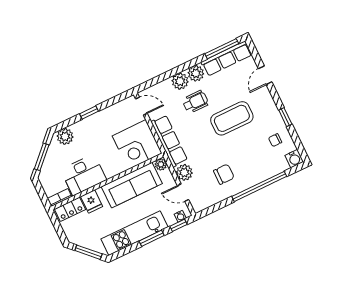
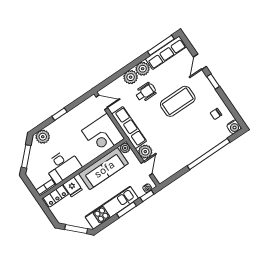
window: (285, 117) -> (213, 81), moved
chair: (224, 174) -> (178, 148), removed
door: (183, 193) -> (147, 168), swing flipped

